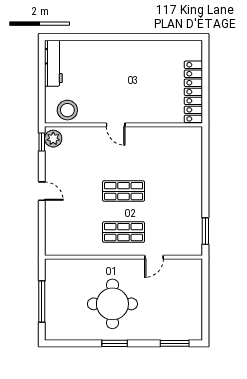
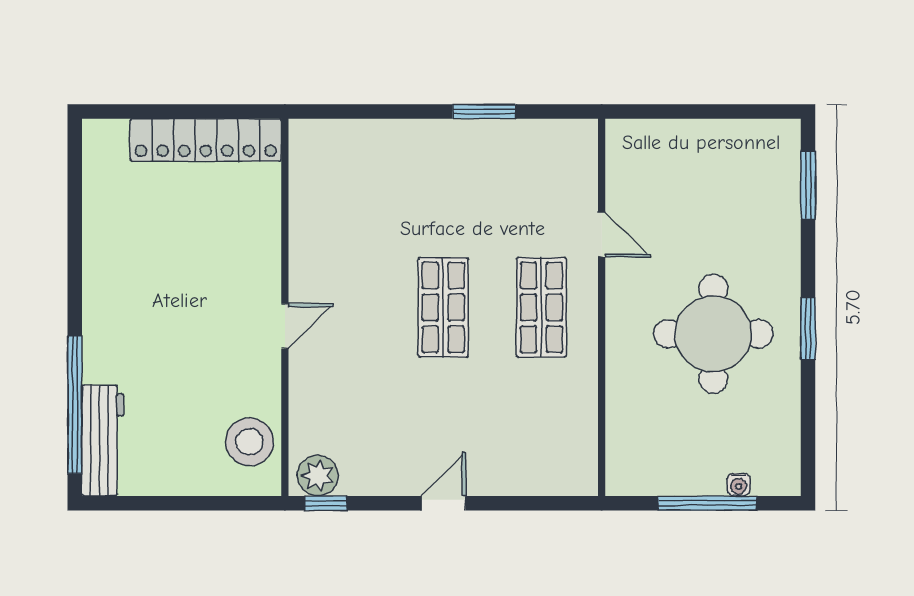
window: (83, 37) -> (75, 405), added
workbench: (53, 63) -> (103, 441), moved, turned 90
window: (205, 231) -> (484, 112), moved
water cooler: (49, 314) -> (739, 485), added

